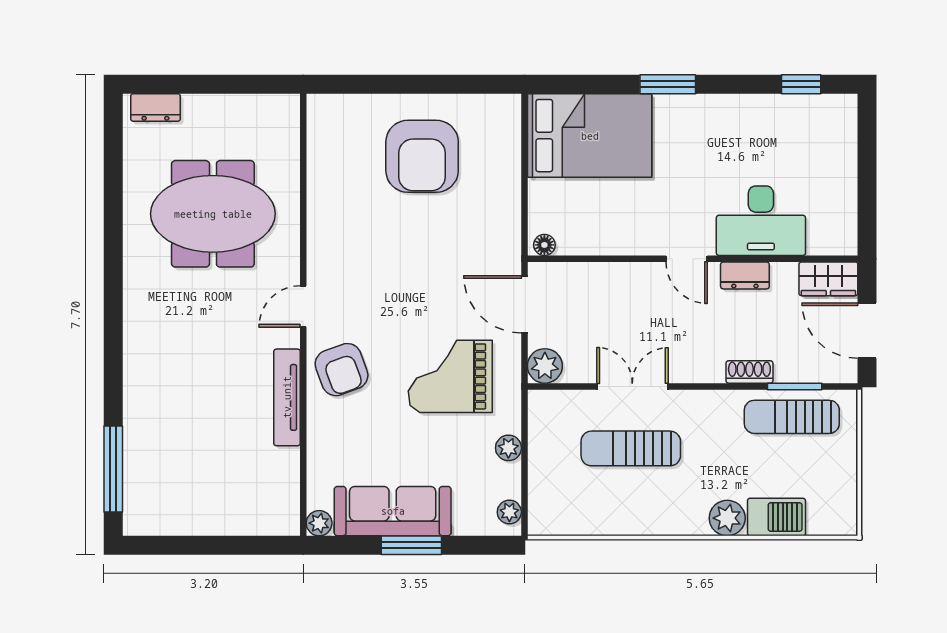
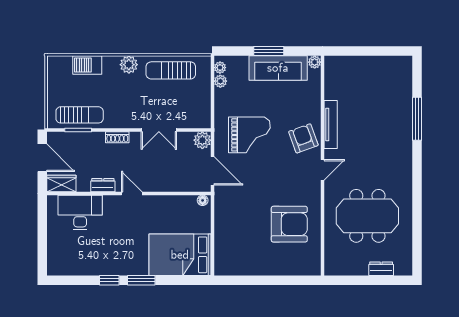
window: (801, 84) -> (109, 280), moved
dresser: (155, 107) -> (381, 269), moved
armchair: (422, 156) -> (289, 224), moved, turned 90
desk: (761, 221) -> (80, 212), moved
shoe rack: (749, 372) -> (117, 137), moved
plant: (508, 448) -> (220, 81), moved
sun lounger: (631, 448) -> (171, 70), moved, turned 180
window: (113, 469) -> (417, 119), moved
plant: (727, 518) -> (129, 65), moved

